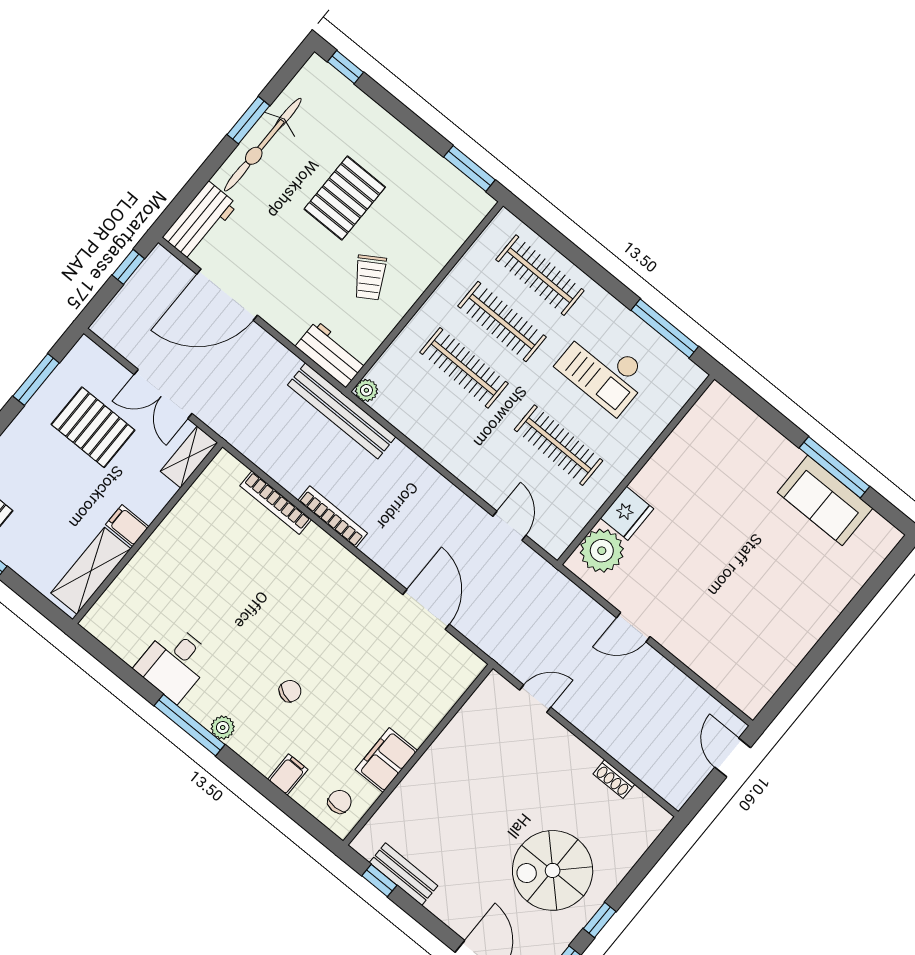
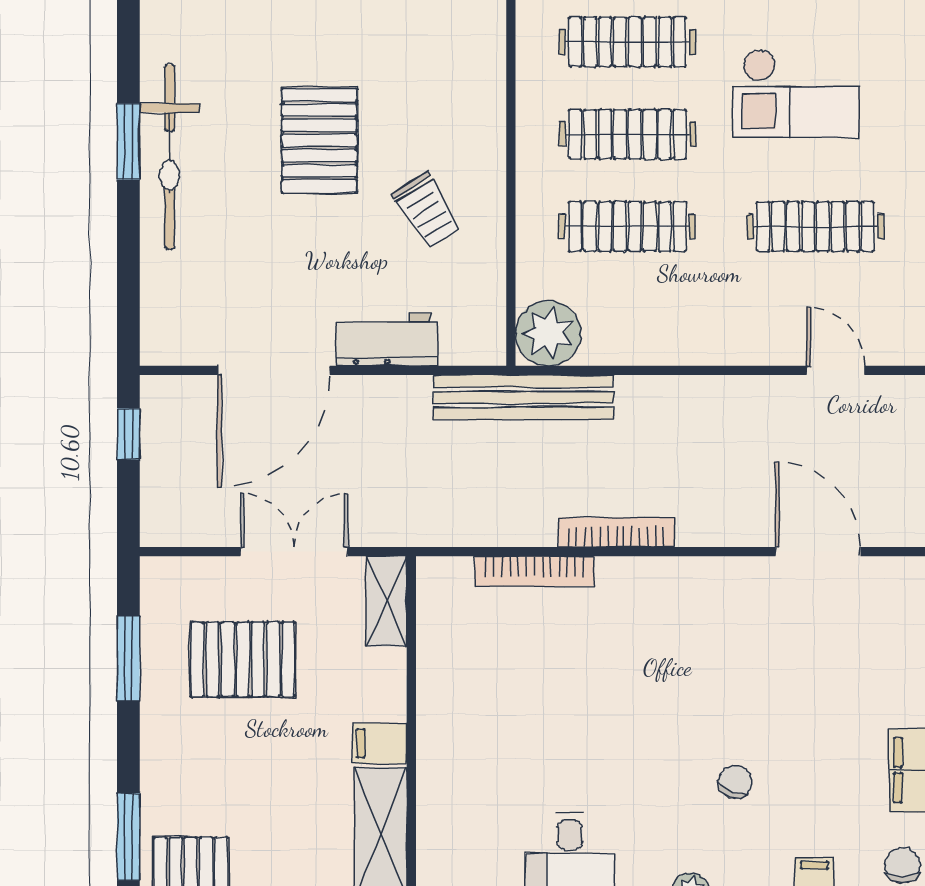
workbench: (200, 221) -> (169, 309), removed
workbench: (331, 354) -> (387, 340), moved
plant: (366, 390) -> (548, 333), width x1.87, depth x1.87
double door: (163, 394) -> (294, 552), swing flipped

